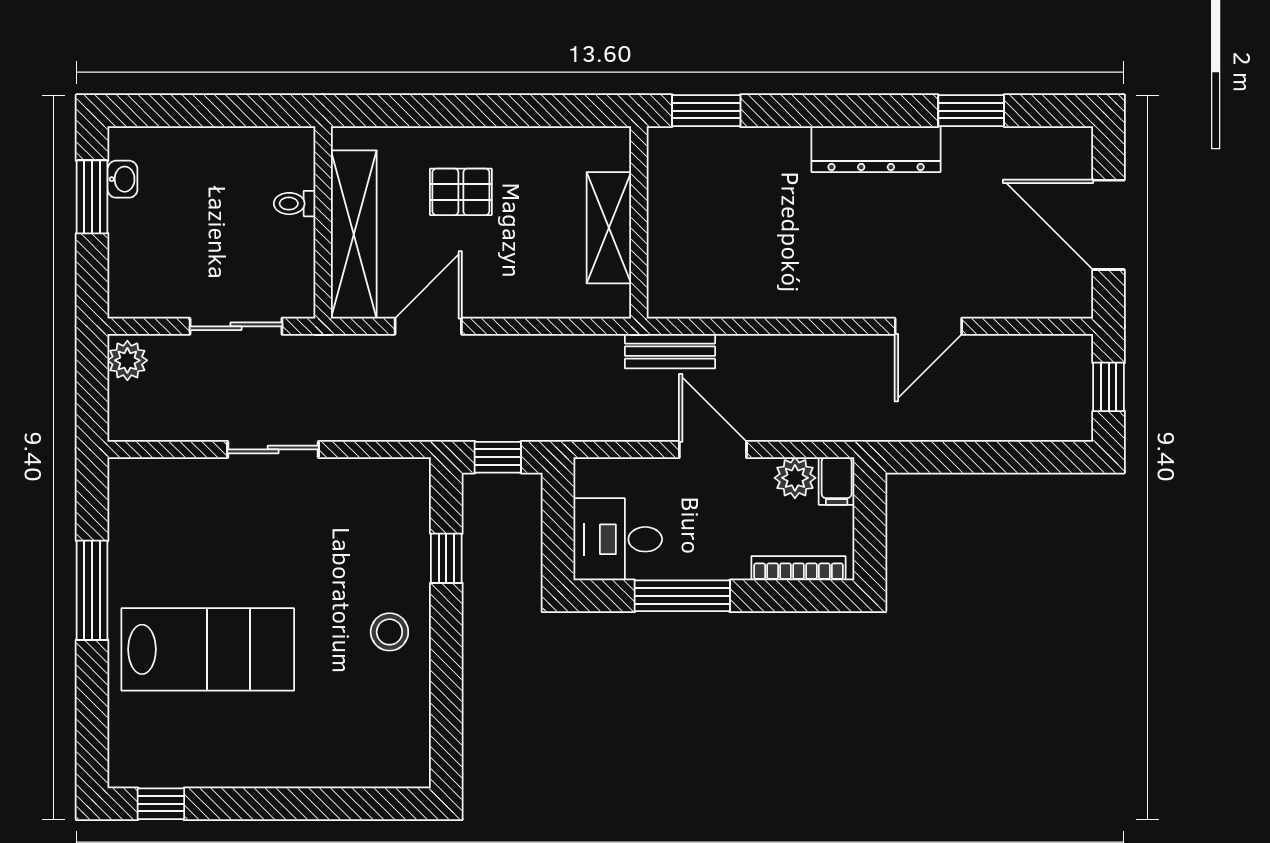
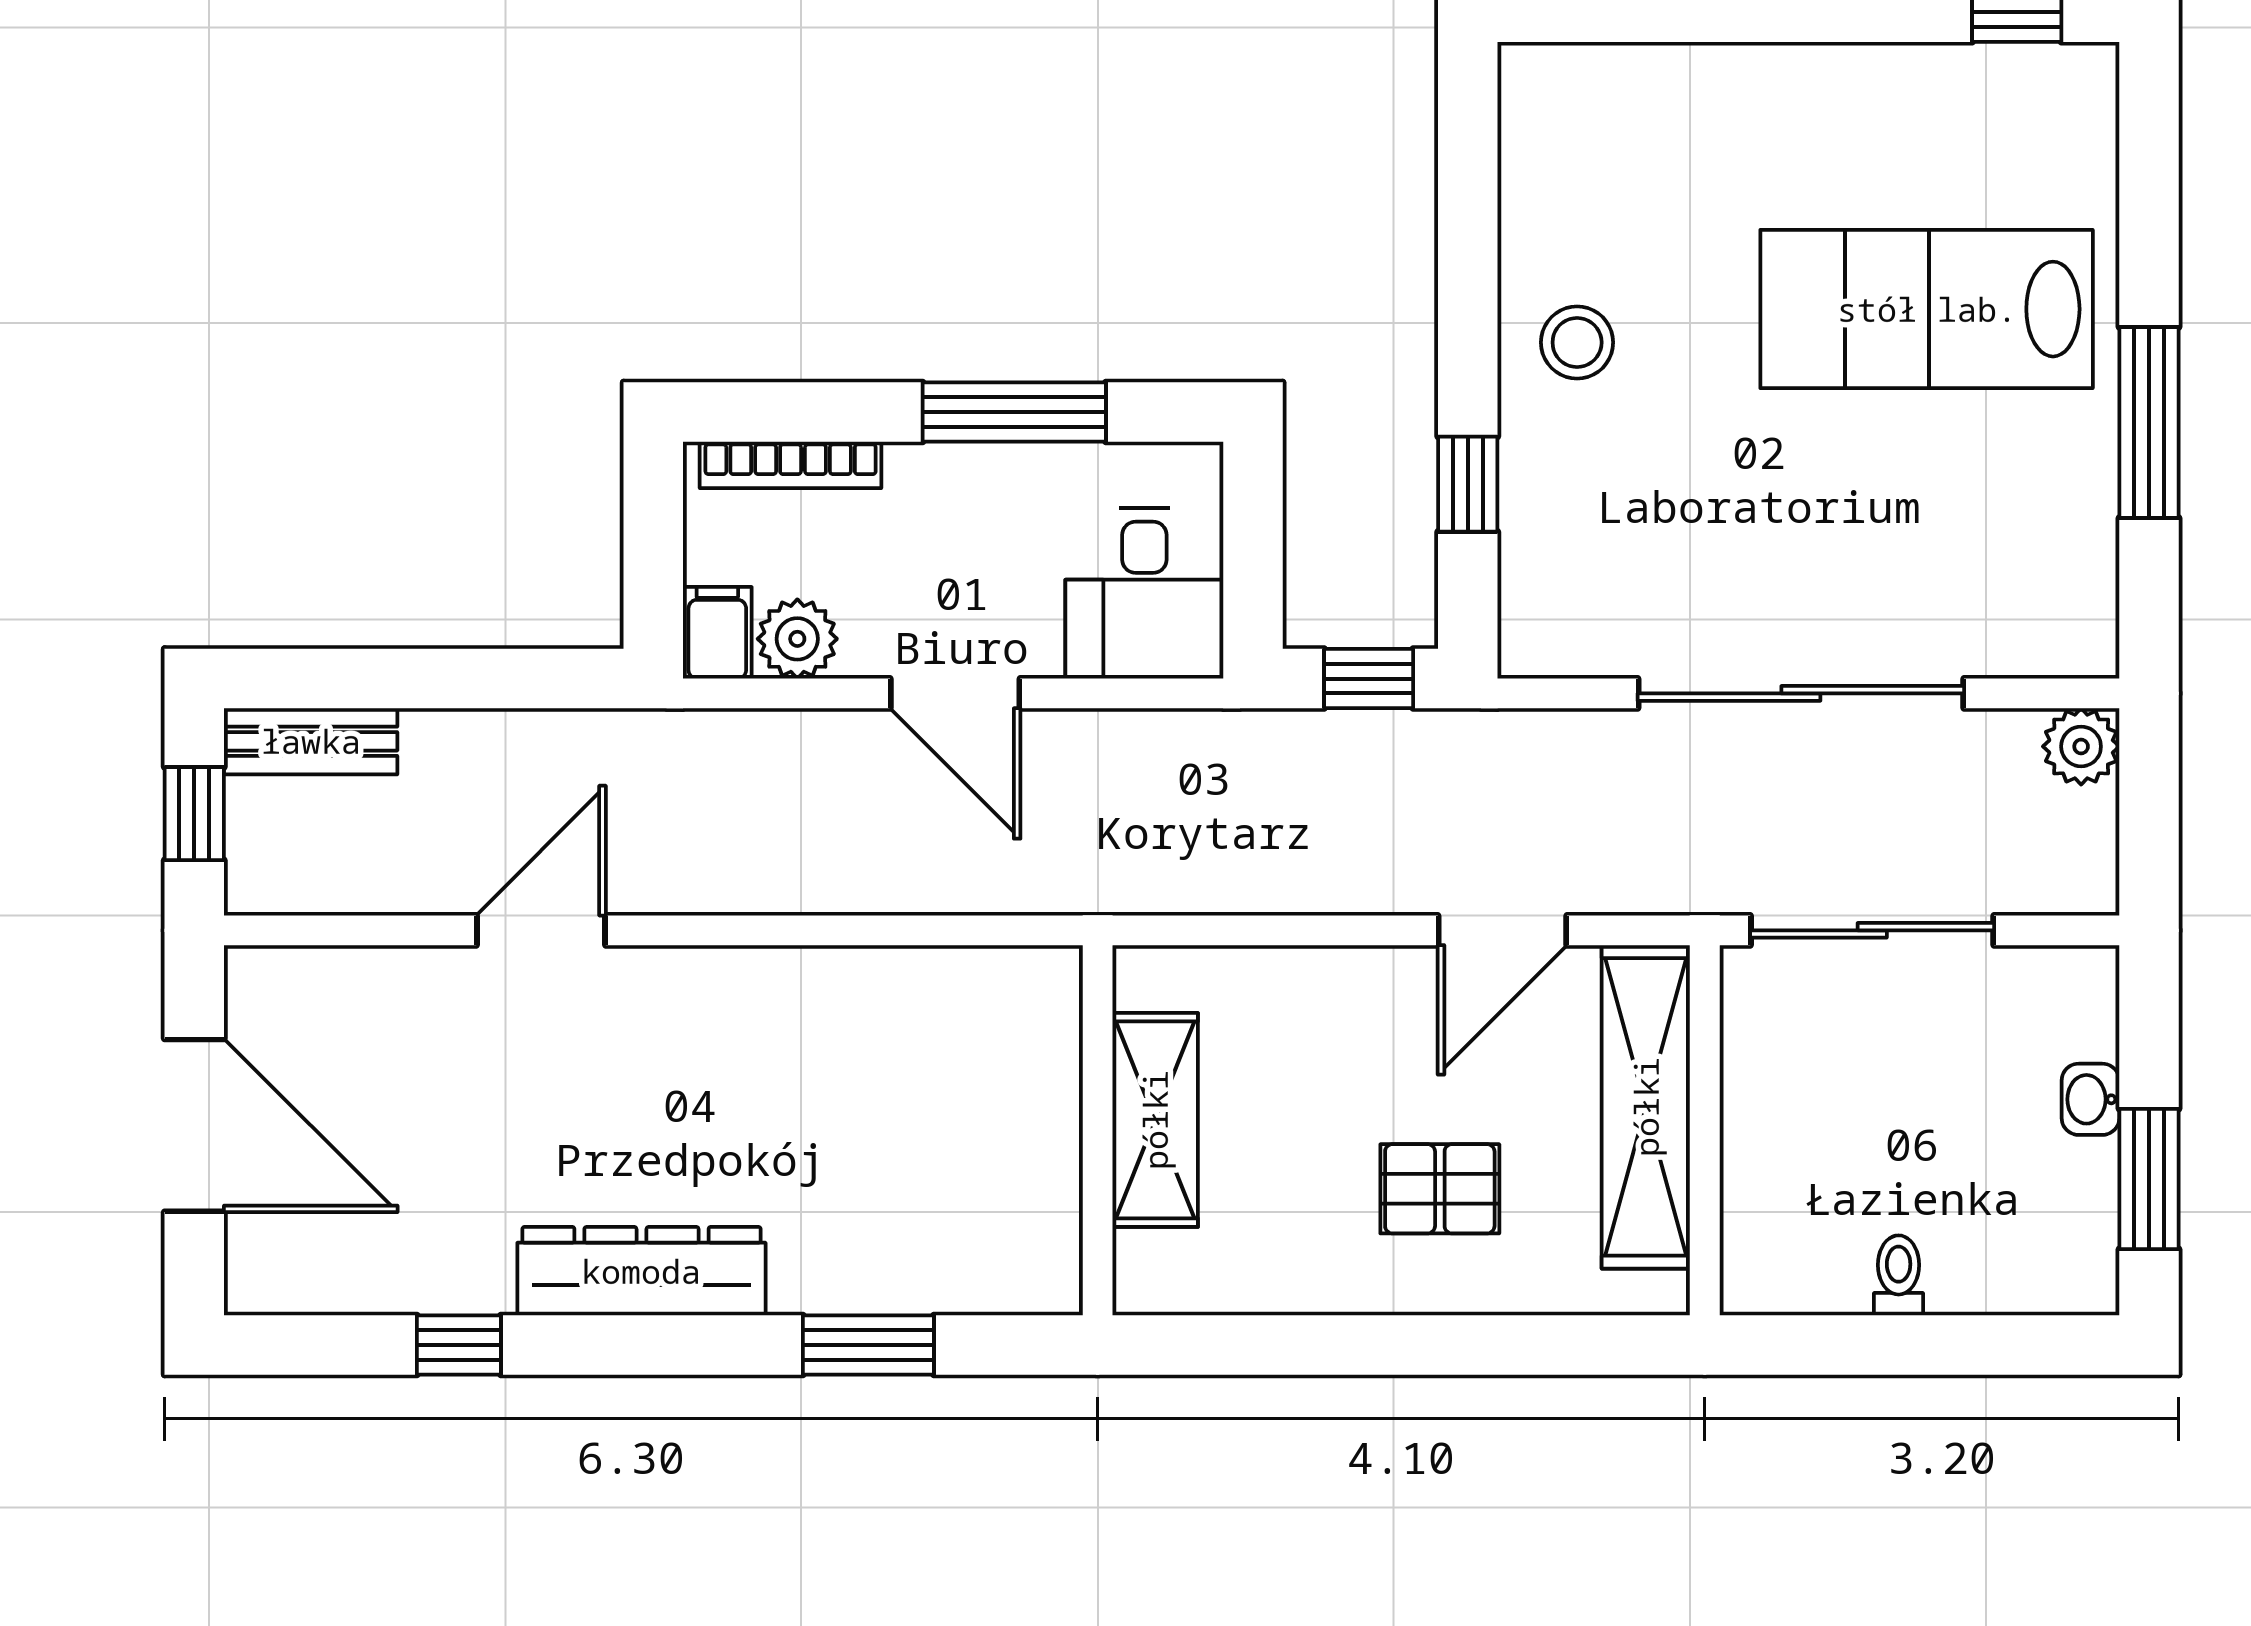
window: (706, 111) -> (868, 1345), moved
window: (971, 111) -> (459, 1345), width x0.67
washbasin: (122, 179) -> (2090, 1099), moved
toilet: (295, 204) -> (1899, 1275), moved, turned -90
sliding door: (236, 326) -> (1872, 930), width x1.37
bench: (670, 351) -> (311, 741), moved
plant: (127, 360) -> (2081, 746), moved
sliding door: (273, 449) -> (1801, 693), width x1.86
desk: (618, 539) -> (1144, 593), moved, turned 90

